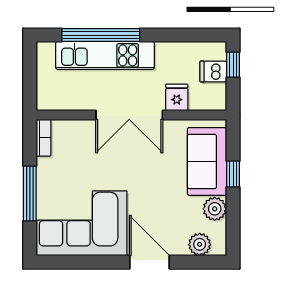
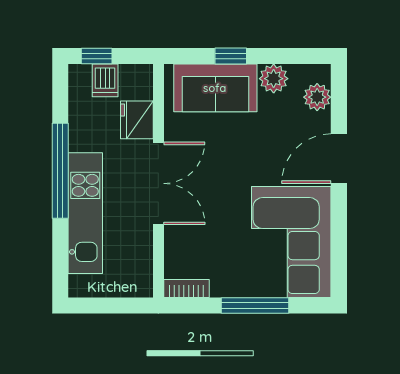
window: (101, 35) -> (60, 171), moved
fridge: (177, 97) -> (137, 120), width x1.38

